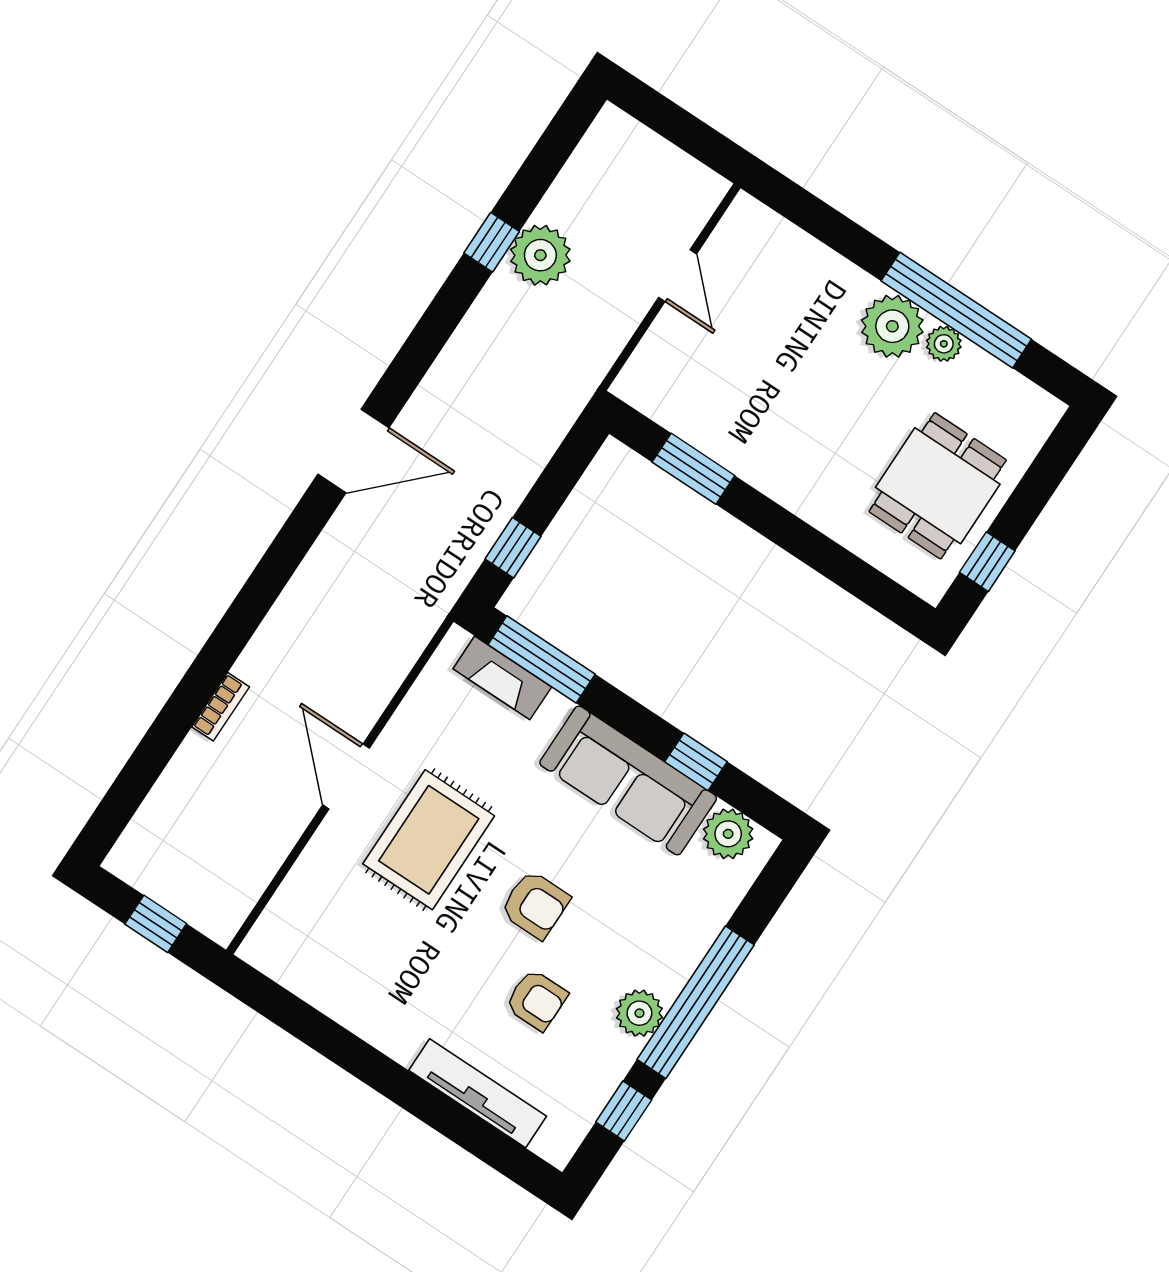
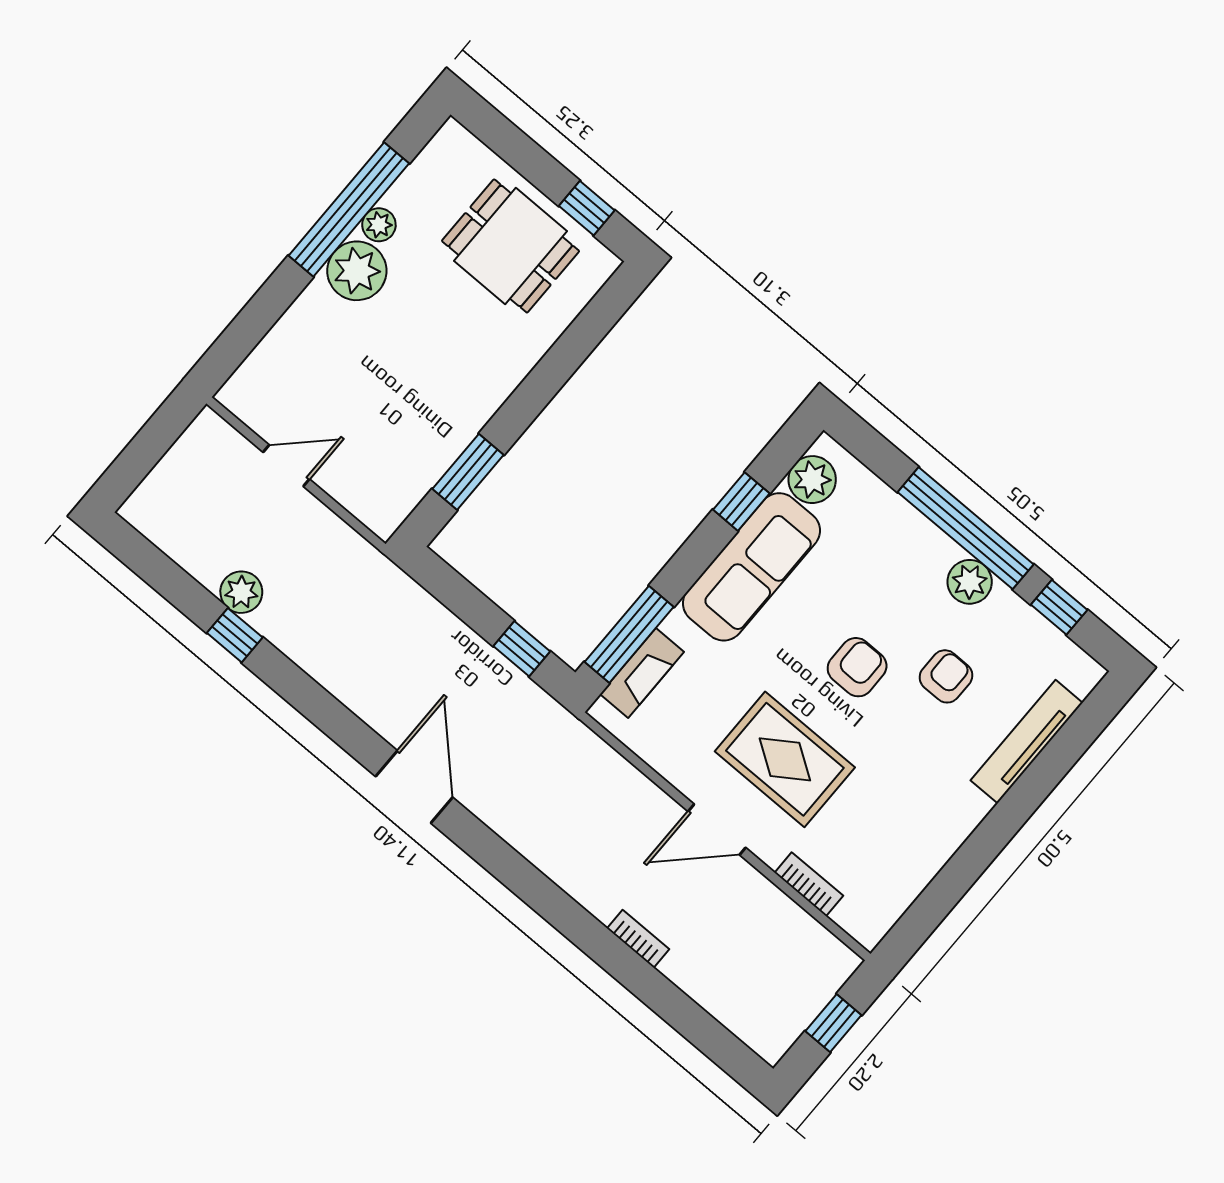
plant: (540, 255) -> (241, 592), width x0.73, depth x0.73
bookcase: (300, 881) -> (809, 884), added

